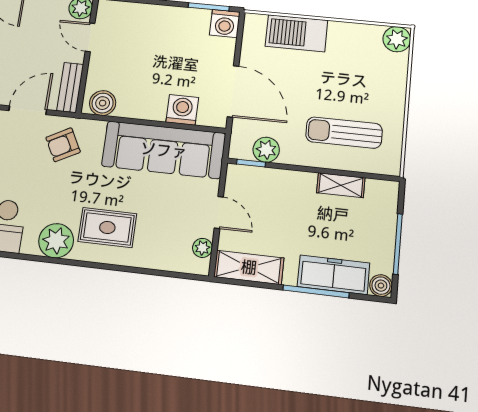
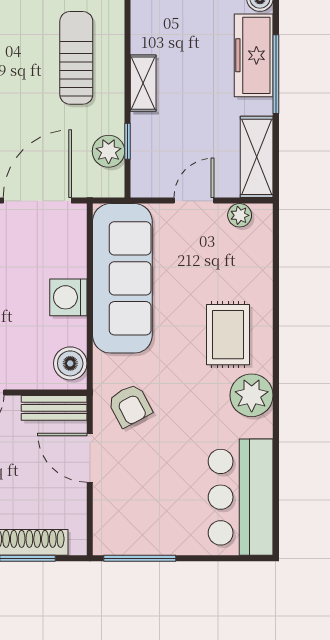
washing machine: (182, 110) -> (68, 297), moved
sun lounger: (344, 133) -> (76, 58), turned 180
window: (251, 163) -> (128, 141), moved
shelving: (341, 185) -> (143, 83), moved

